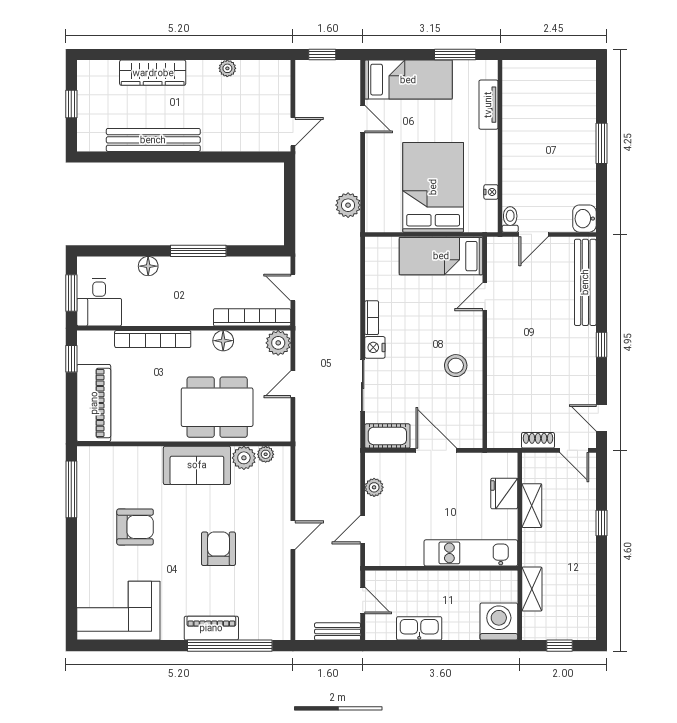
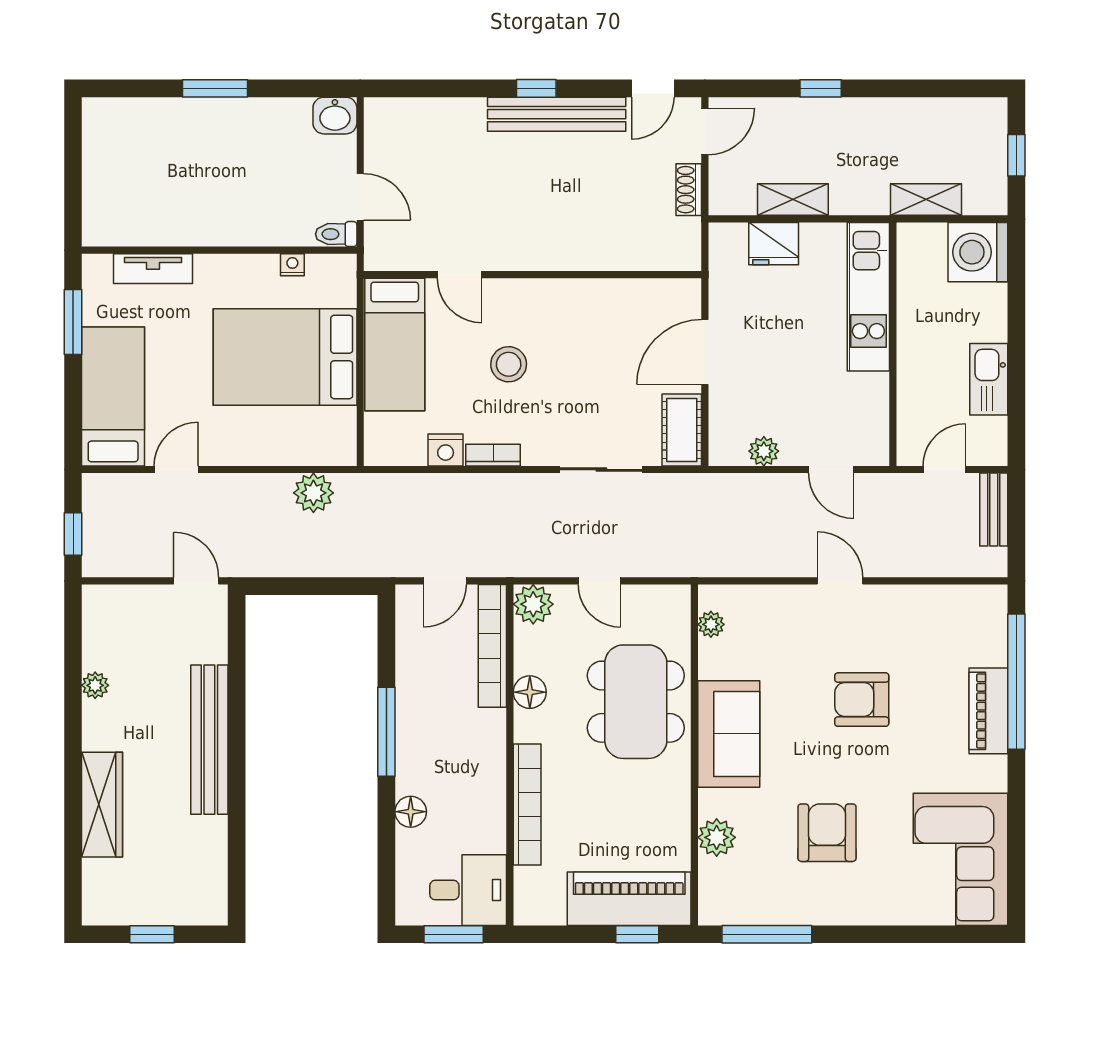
bench: (153, 140) -> (209, 740), moved
bench: (585, 282) -> (557, 114), moved
nightstand: (375, 347) -> (446, 450), moved
window: (71, 359) -> (637, 934), moved
stool: (456, 366) -> (509, 364), moved
plant: (244, 458) -> (717, 837), moved

